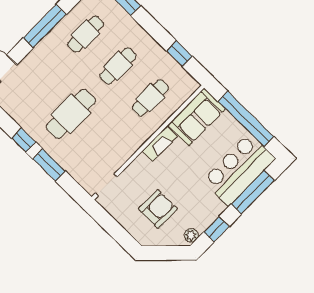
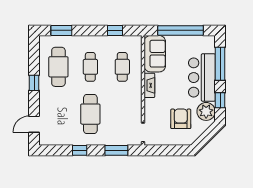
window: (45, 26) -> (34, 83), width x0.46
cafe table: (86, 34) -> (58, 67), width x1.37, depth x1.35
window: (49, 165) -> (116, 150), moved
bar counter: (239, 170) -> (202, 78), moved
plant: (191, 235) -> (206, 111), width x1.88, depth x1.88

